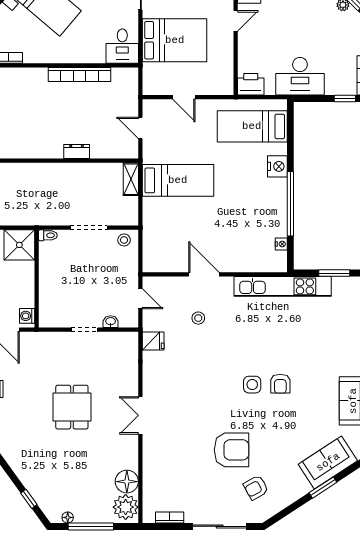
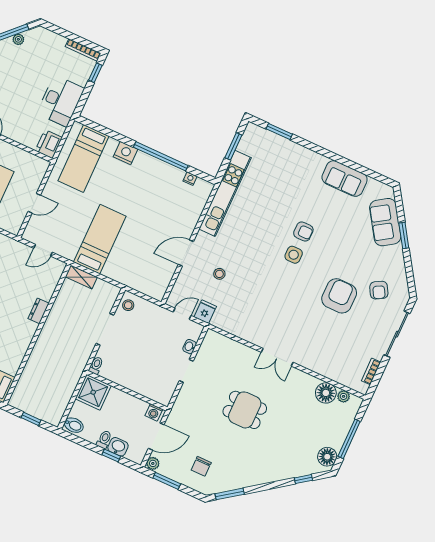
fridge: (153, 341) -> (205, 312), moved
plant: (126, 507) -> (344, 396), width x0.53, depth x0.53
floor lamp: (68, 517) -> (327, 457), width x1.89, depth x1.89

